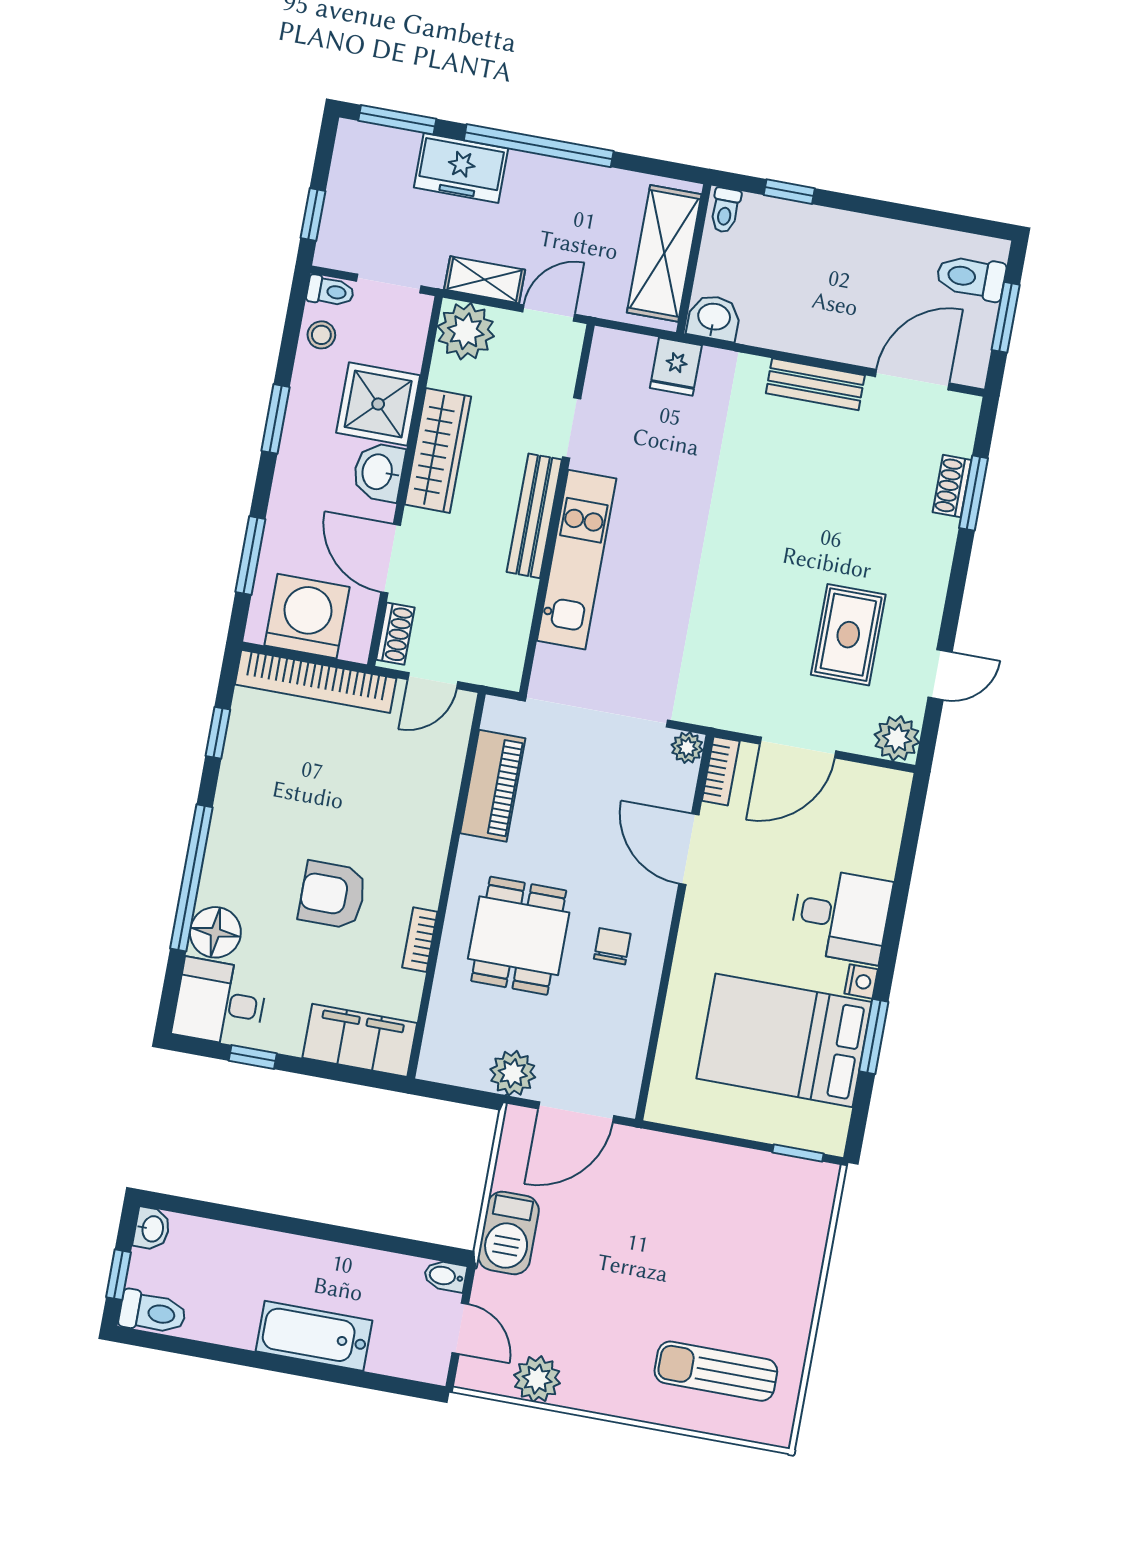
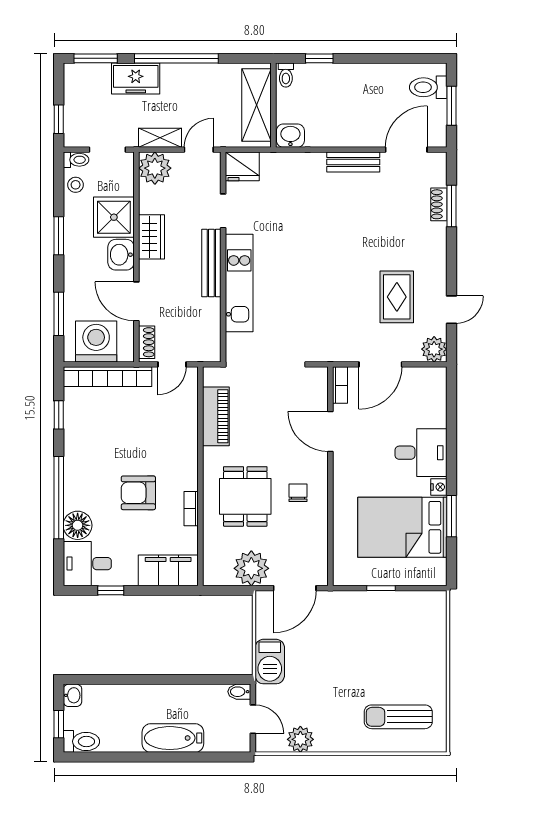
fridge: (676, 367) -> (242, 166), moved, width x1.38
wardrobe: (438, 451) -> (152, 237), width x0.67
plant: (687, 748) -> (319, 376), removed
plant: (513, 1073) -> (251, 568), width x1.36, depth x1.36
window: (798, 1153) -> (381, 588), moved

